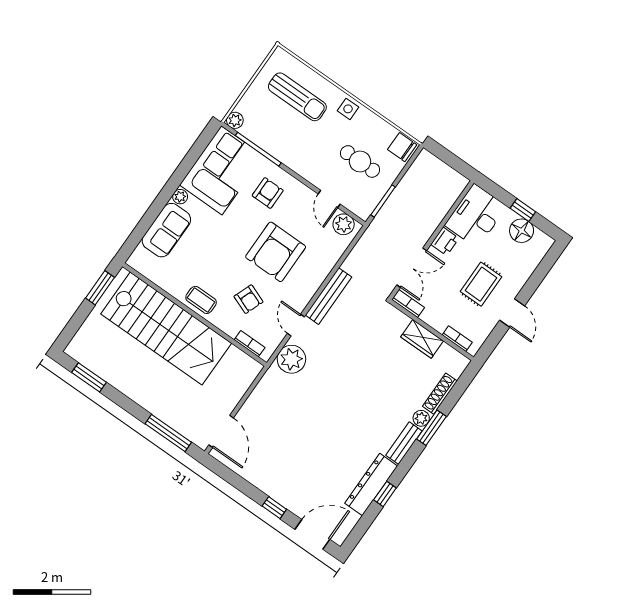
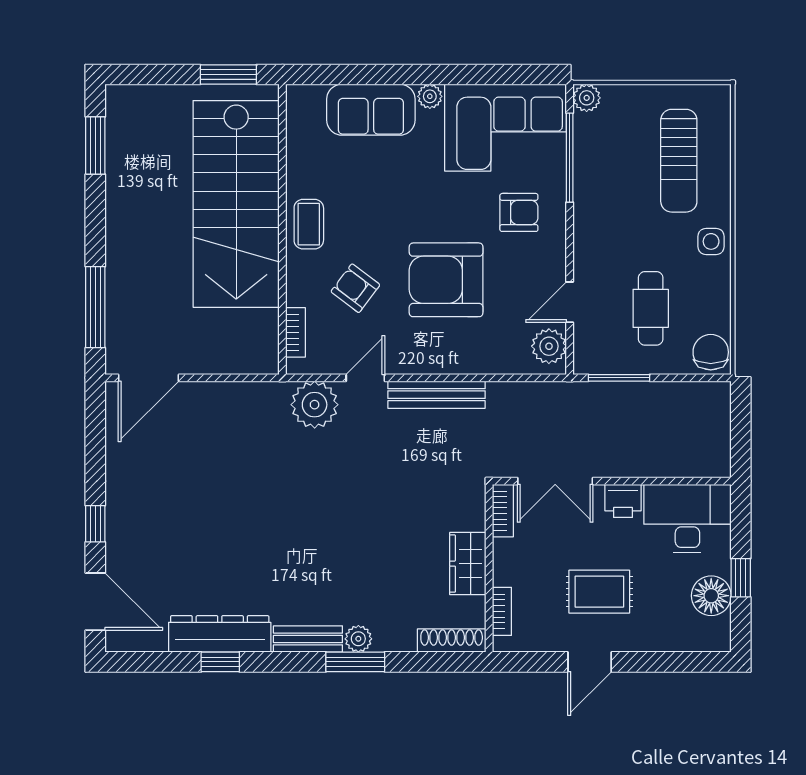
armchair: (249, 299) -> (355, 288), turned 106
shoe rack: (440, 394) -> (452, 641), moved

